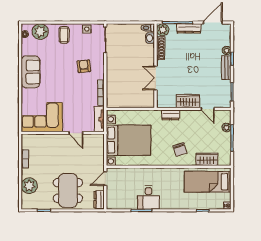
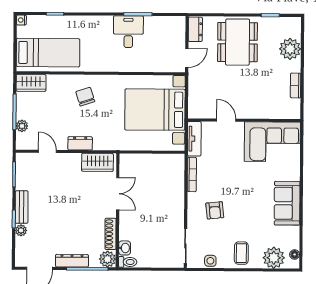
wardrobe: (188, 101) -> (97, 162), moved
dresser: (171, 115) -> (80, 143), moved
wardrobe: (207, 159) -> (31, 83), moved

